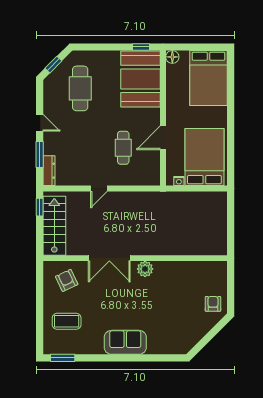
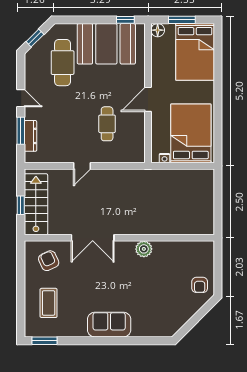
window: (196, 47) -> (182, 20), added
booth: (141, 79) -> (106, 44), moved, turned 90
door: (163, 138) -> (148, 99), moved
dresser: (49, 171) -> (30, 136), moved
window: (40, 207) -> (21, 205), moved
plant: (145, 269) -> (144, 249), moved
armchair: (213, 304) -> (200, 285), turned 180
coffee table: (67, 321) -> (49, 303), turned 90

